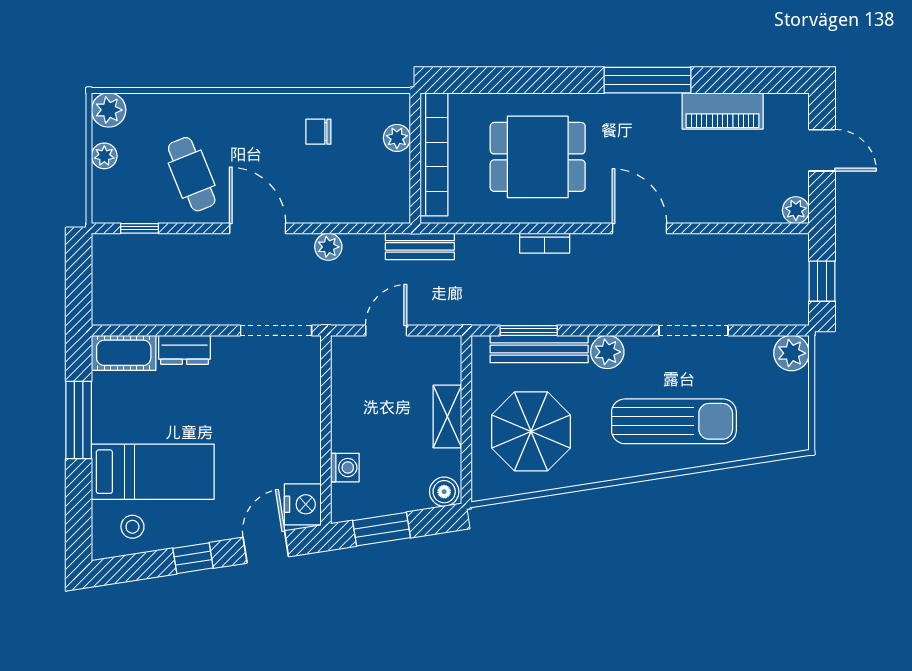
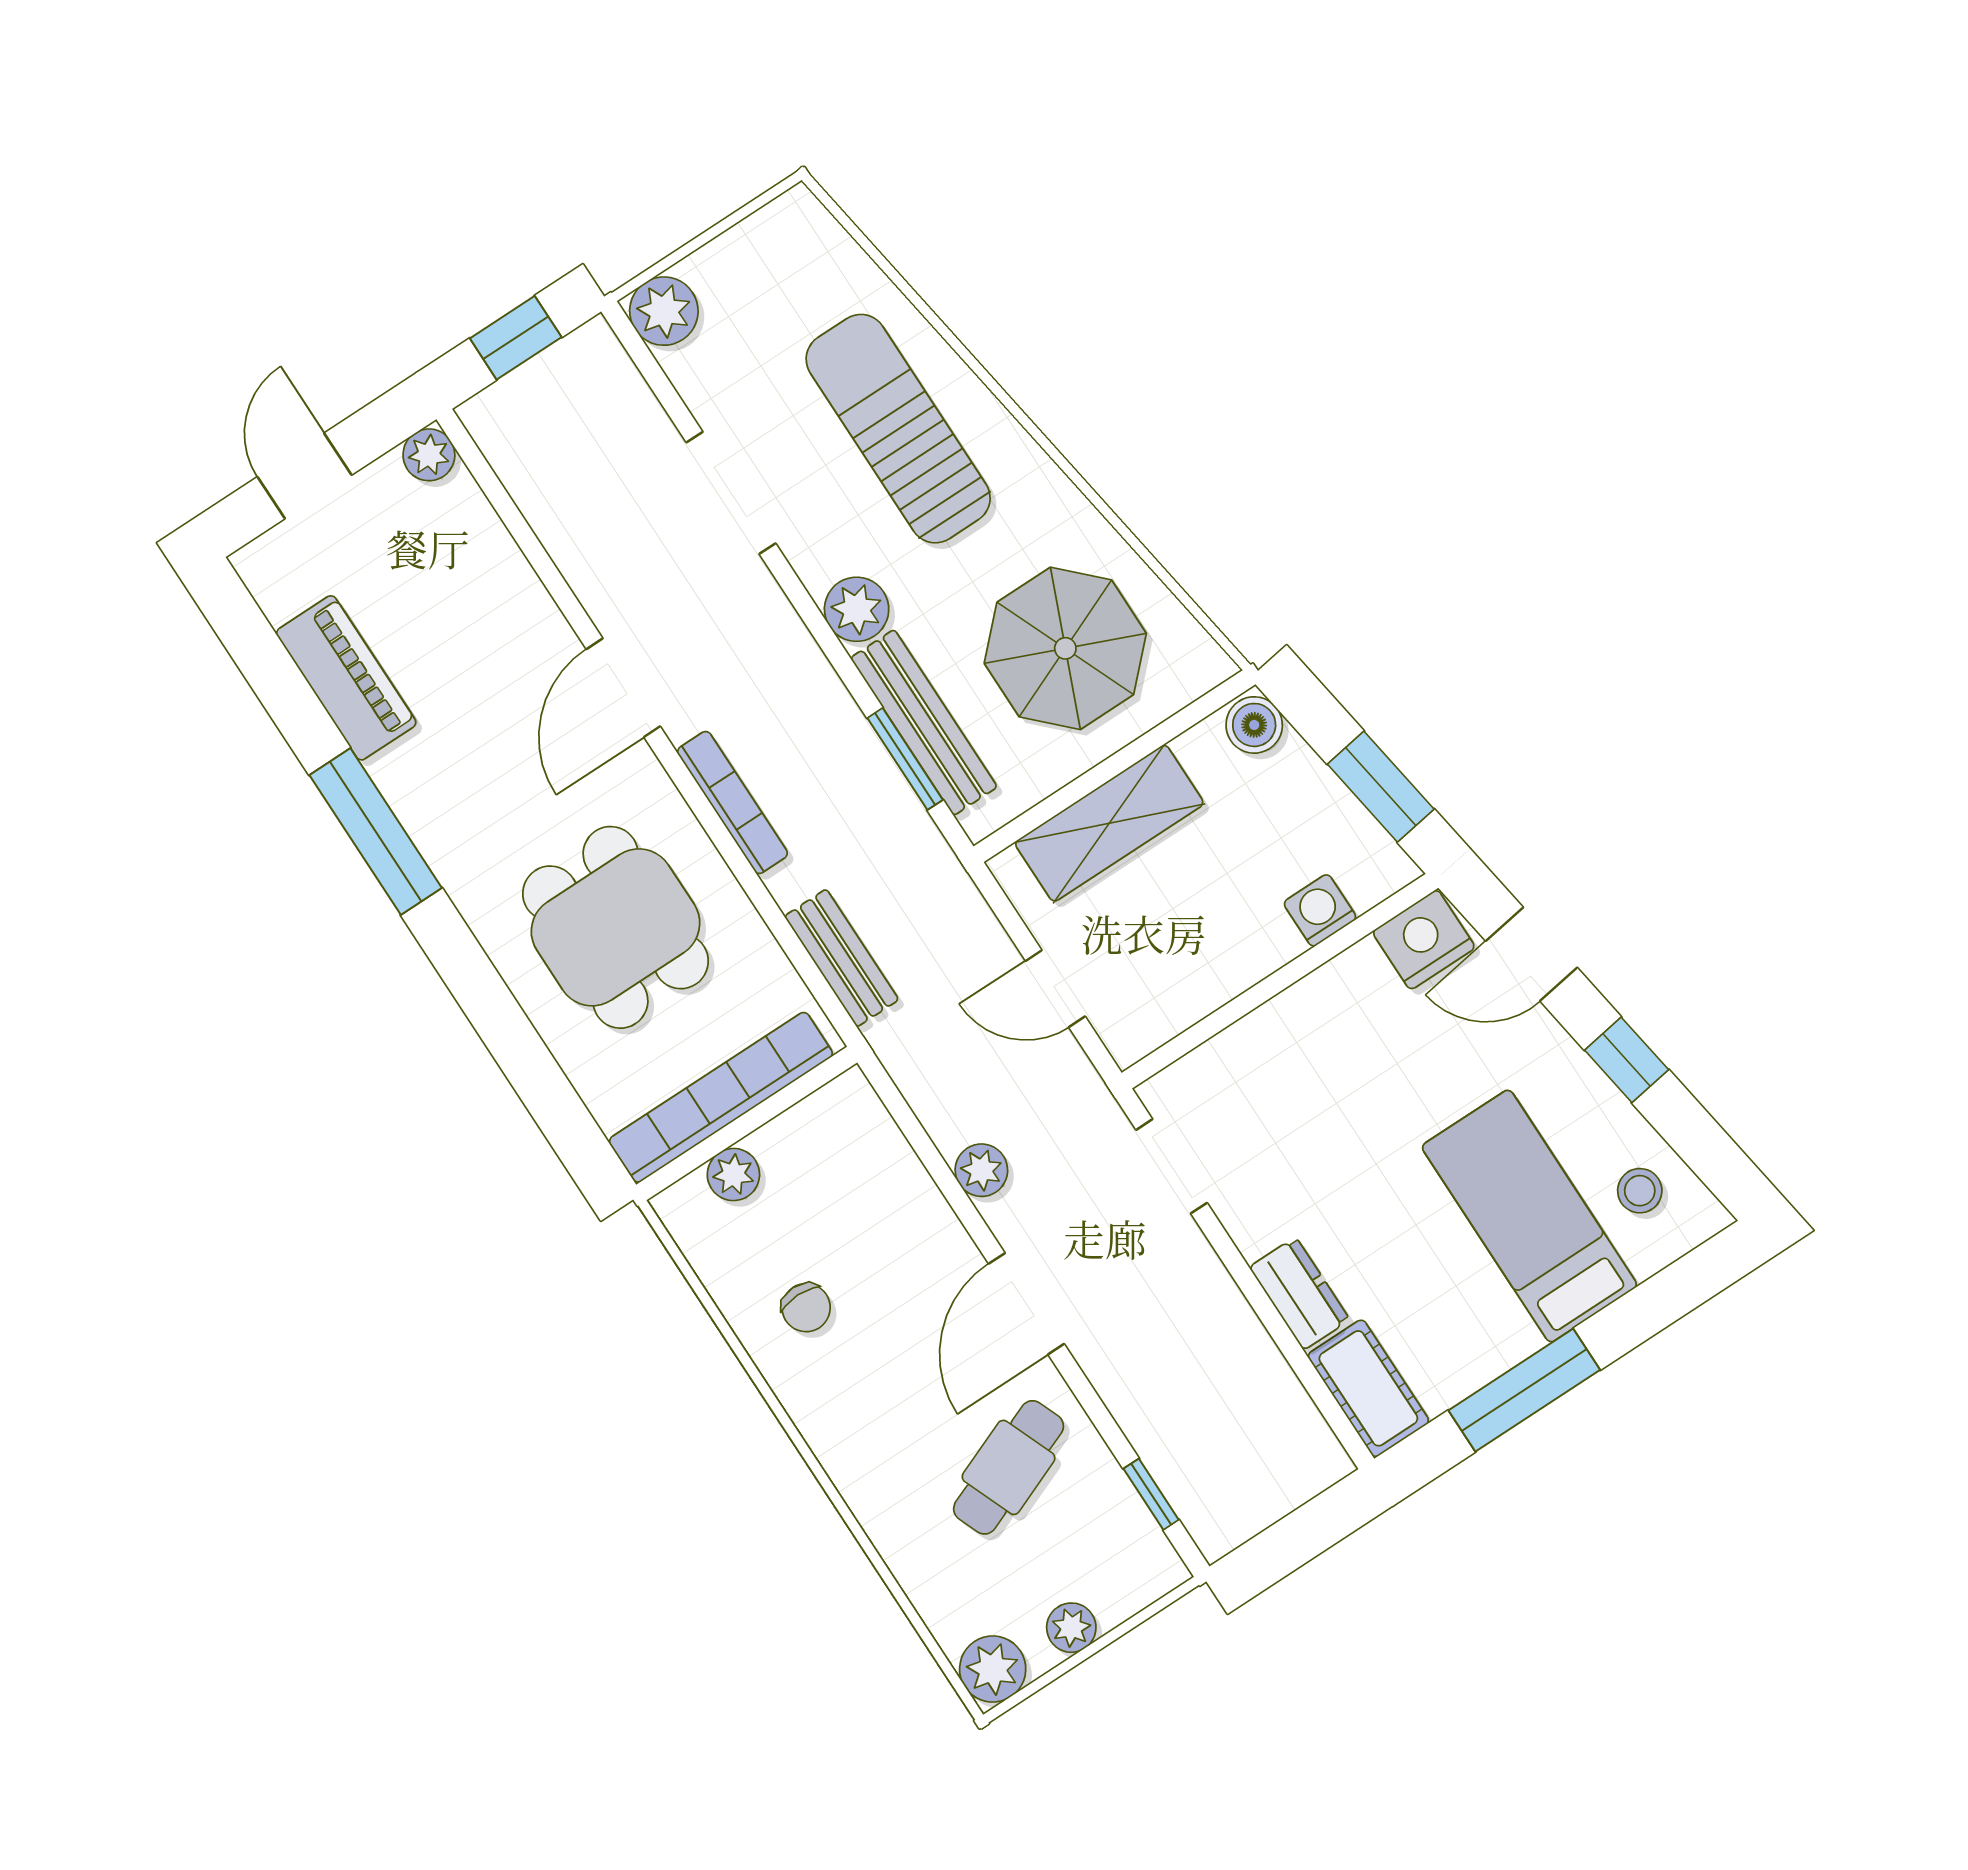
bookcase: (545, 243) -> (732, 803), width x1.56
bench: (420, 246) -> (842, 958), moved
doorway: (276, 330) -> (1172, 1166), width x0.73
shelving: (447, 417) -> (1109, 823), width x1.50, depth x1.33

